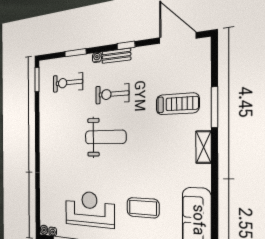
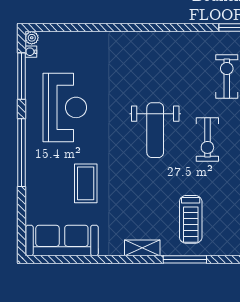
exercise bike: (112, 94) -> (207, 140), turned 180
coffee table: (143, 208) -> (86, 183), moved

